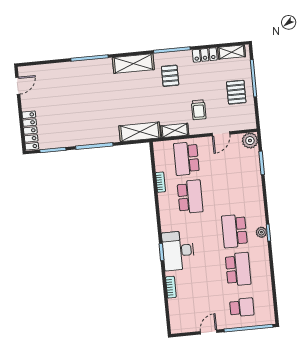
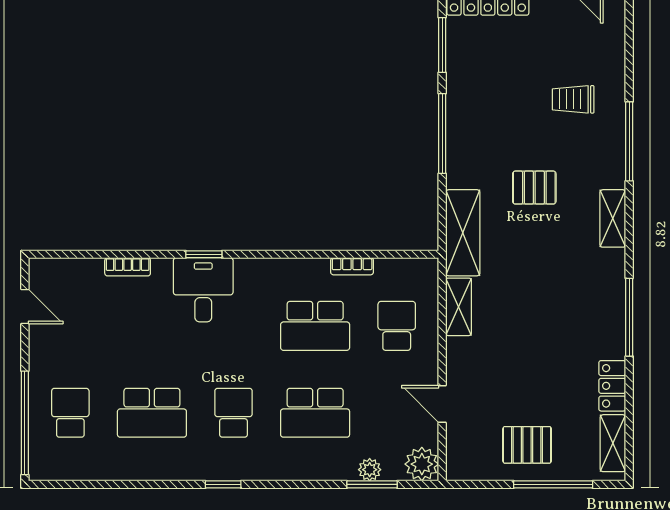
shelving: (133, 64) -> (613, 218), width x0.67, depth x0.75
pallet: (170, 76) -> (534, 188), moved
trolley: (199, 110) -> (573, 99), moved
school desk: (186, 159) -> (397, 326), width x0.54
school desk: (231, 193) -> (315, 413), added
school desk: (234, 231) -> (234, 413), width x0.54
plant: (261, 232) -> (370, 470), moved
desk: (178, 251) -> (203, 290), width x0.73
school desk: (242, 307) -> (70, 413), turned 180
door: (209, 332) -> (25, 306), moved

